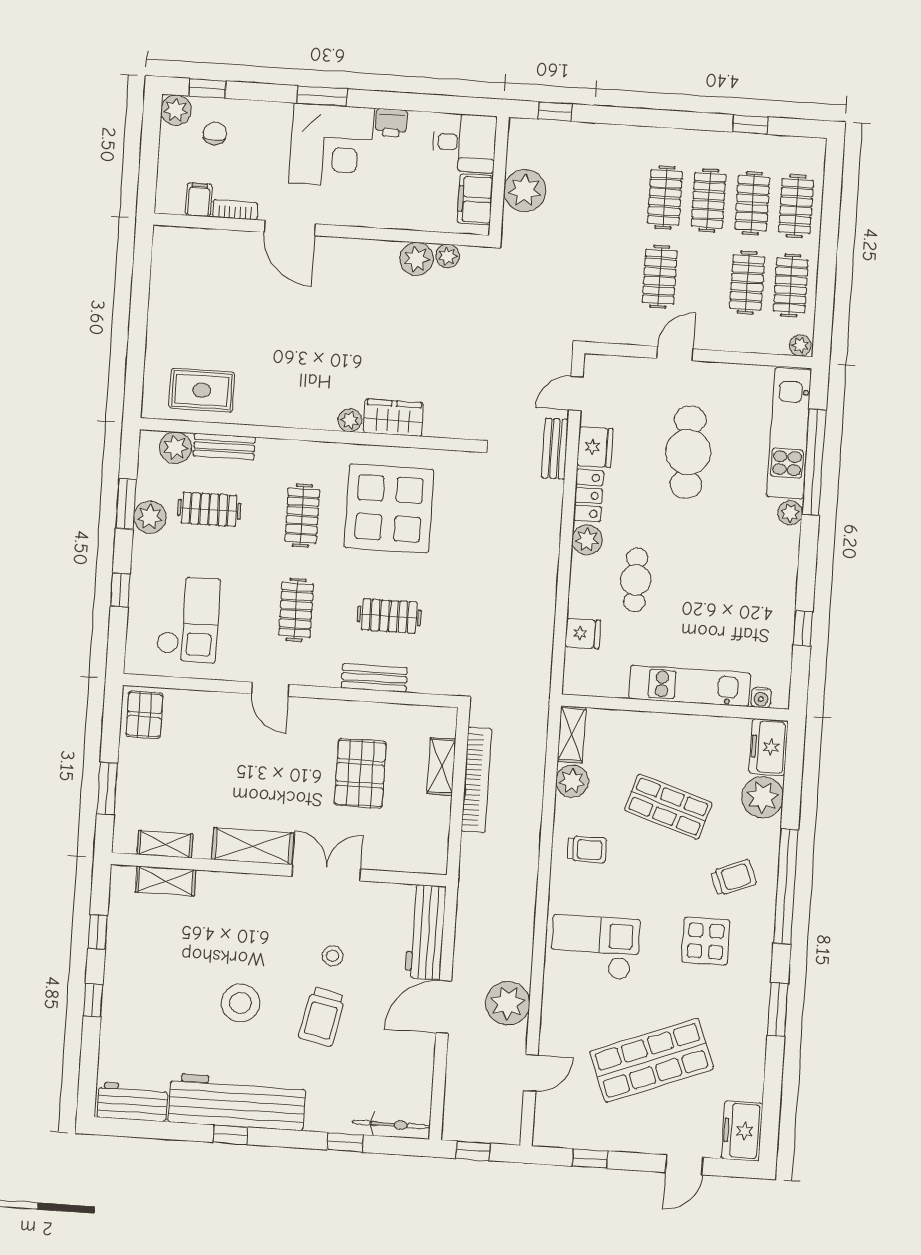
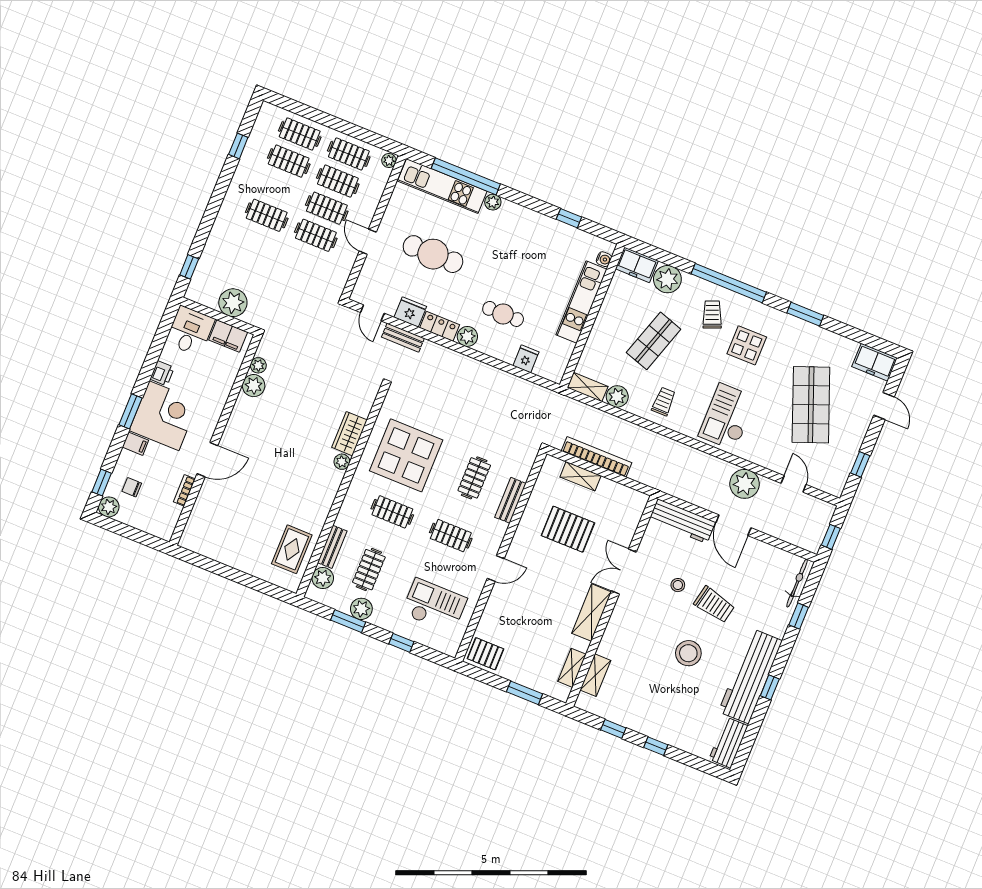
filing cabinet: (199, 200) -> (135, 444), moved, turned 180
clothes rail: (709, 200) -> (327, 208), moved

